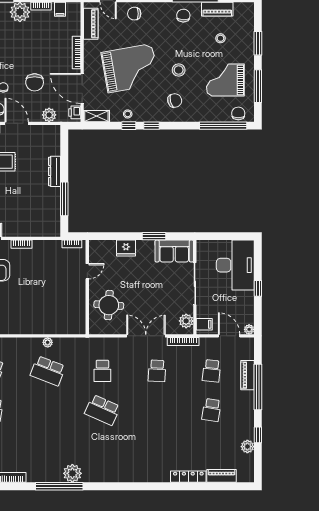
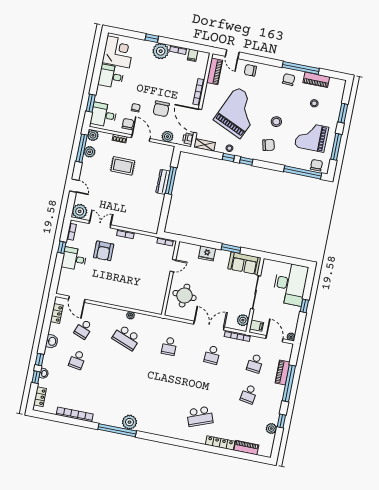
grand piano: (130, 68) -> (238, 113), turned -56
window: (64, 199) -> (171, 181), moved
school desk: (102, 410) -> (200, 416), moved, turned -45

